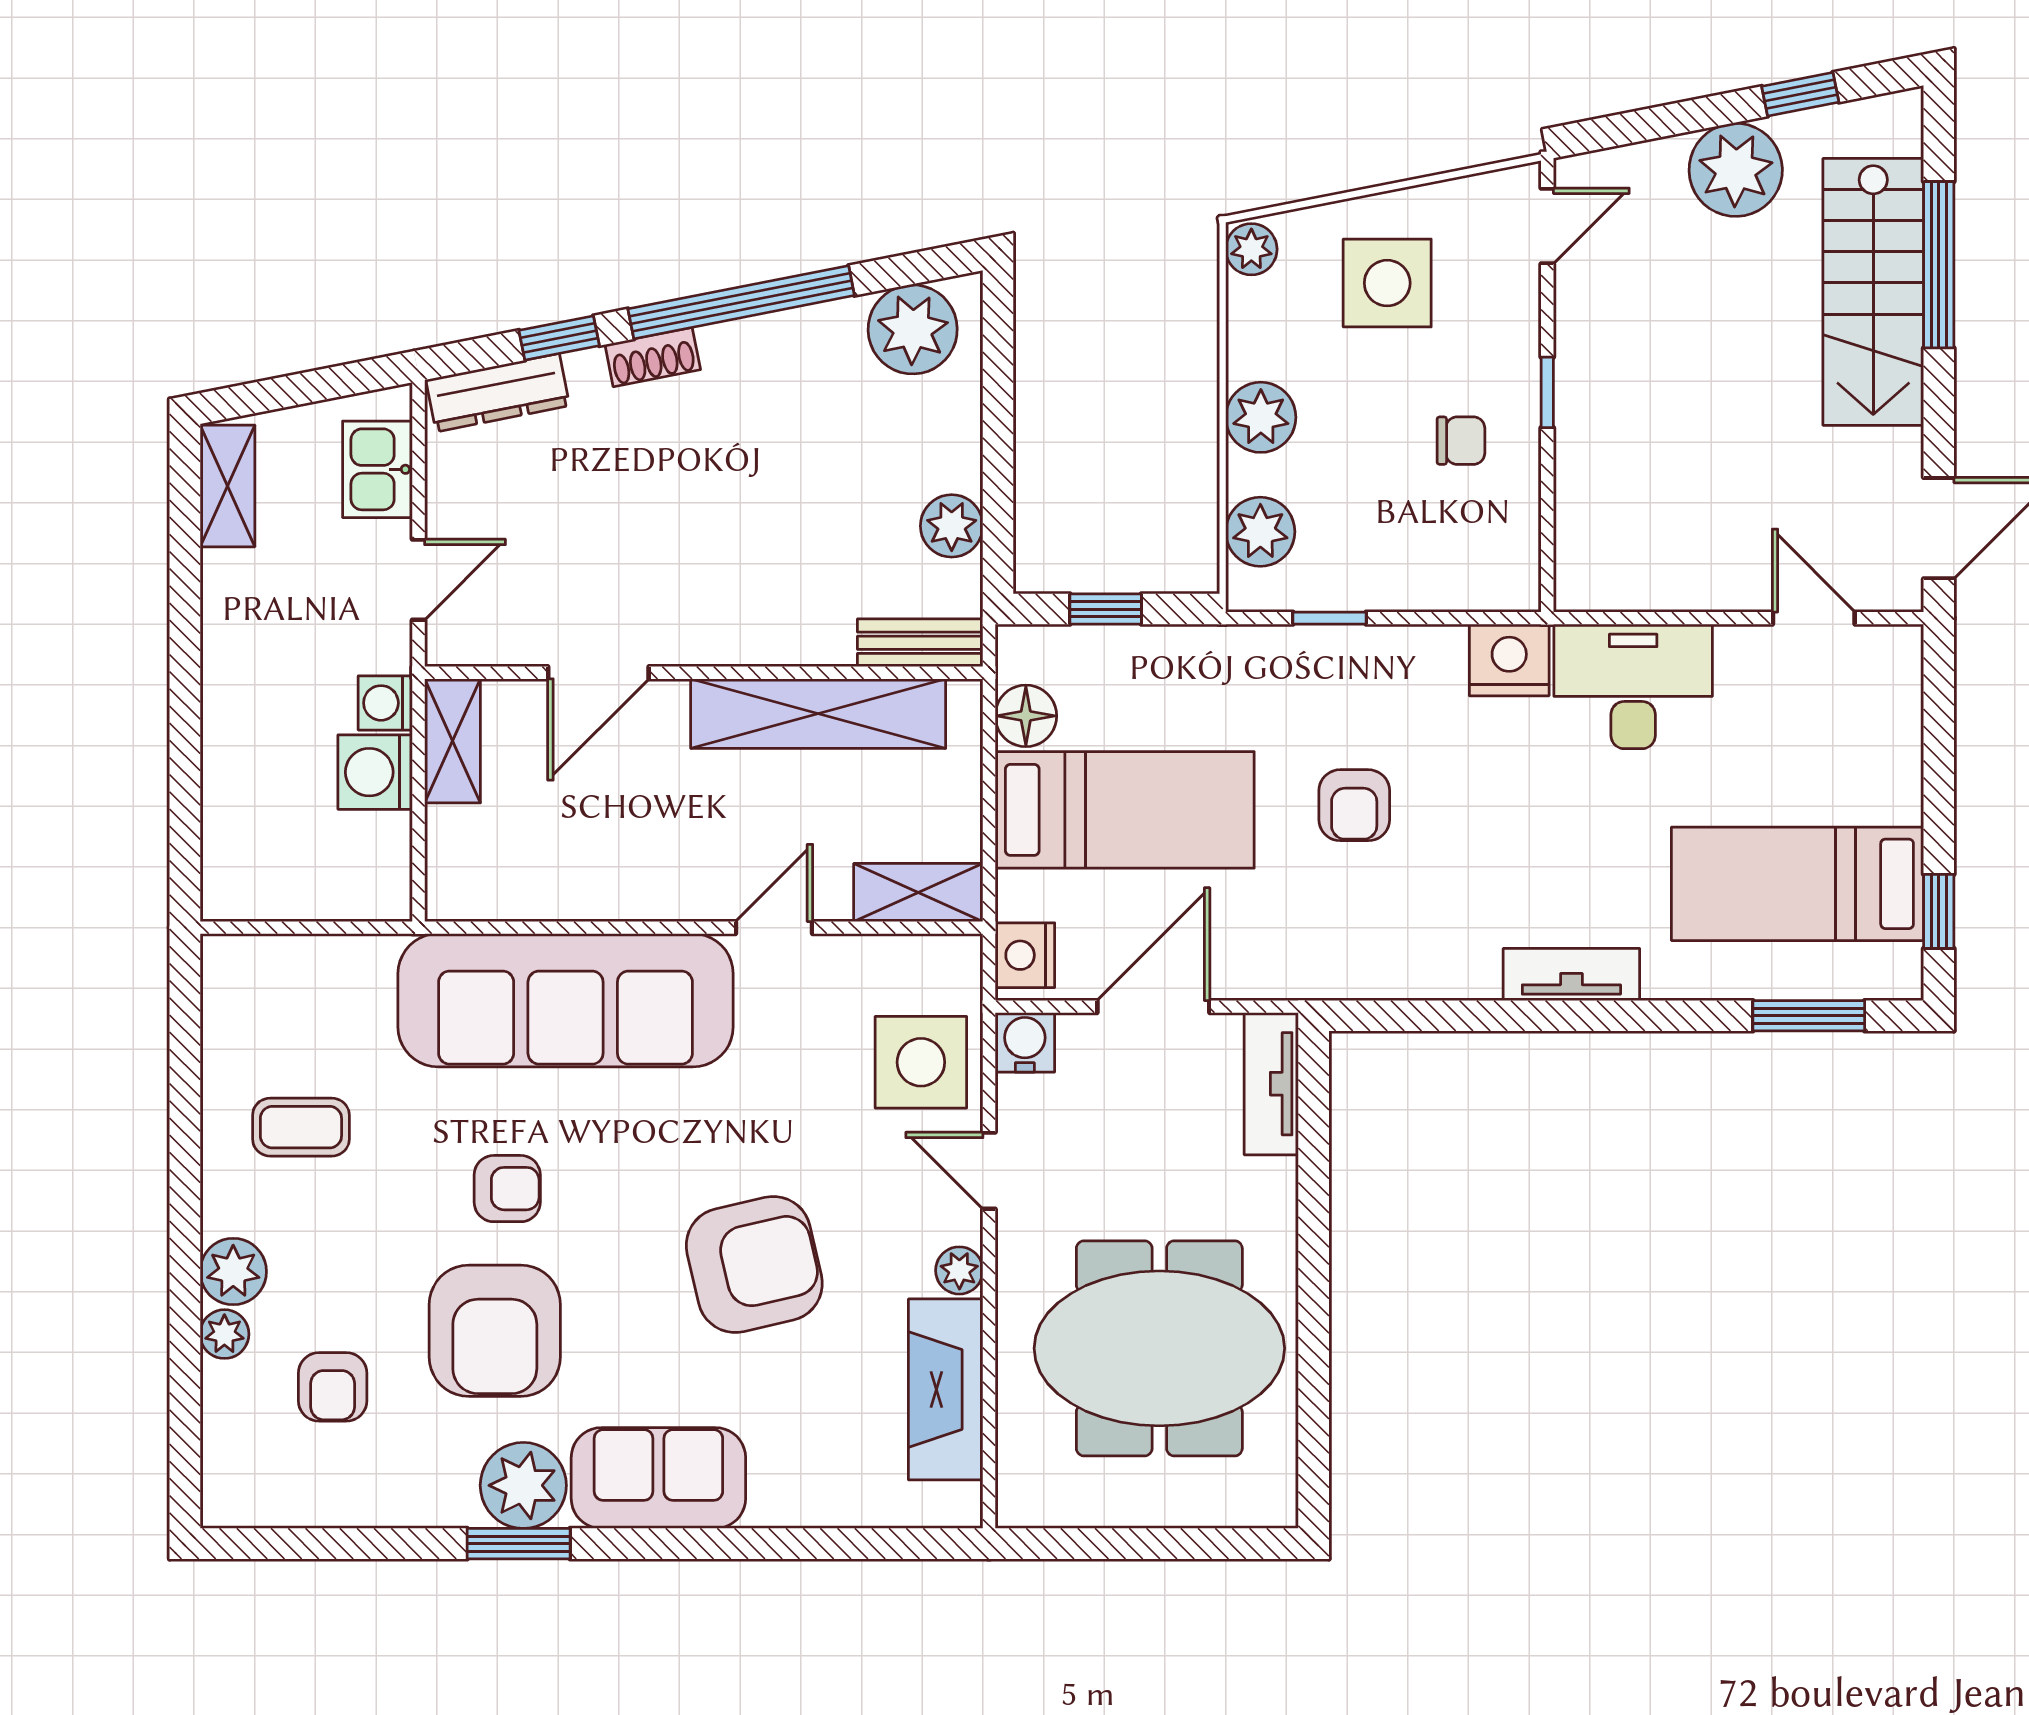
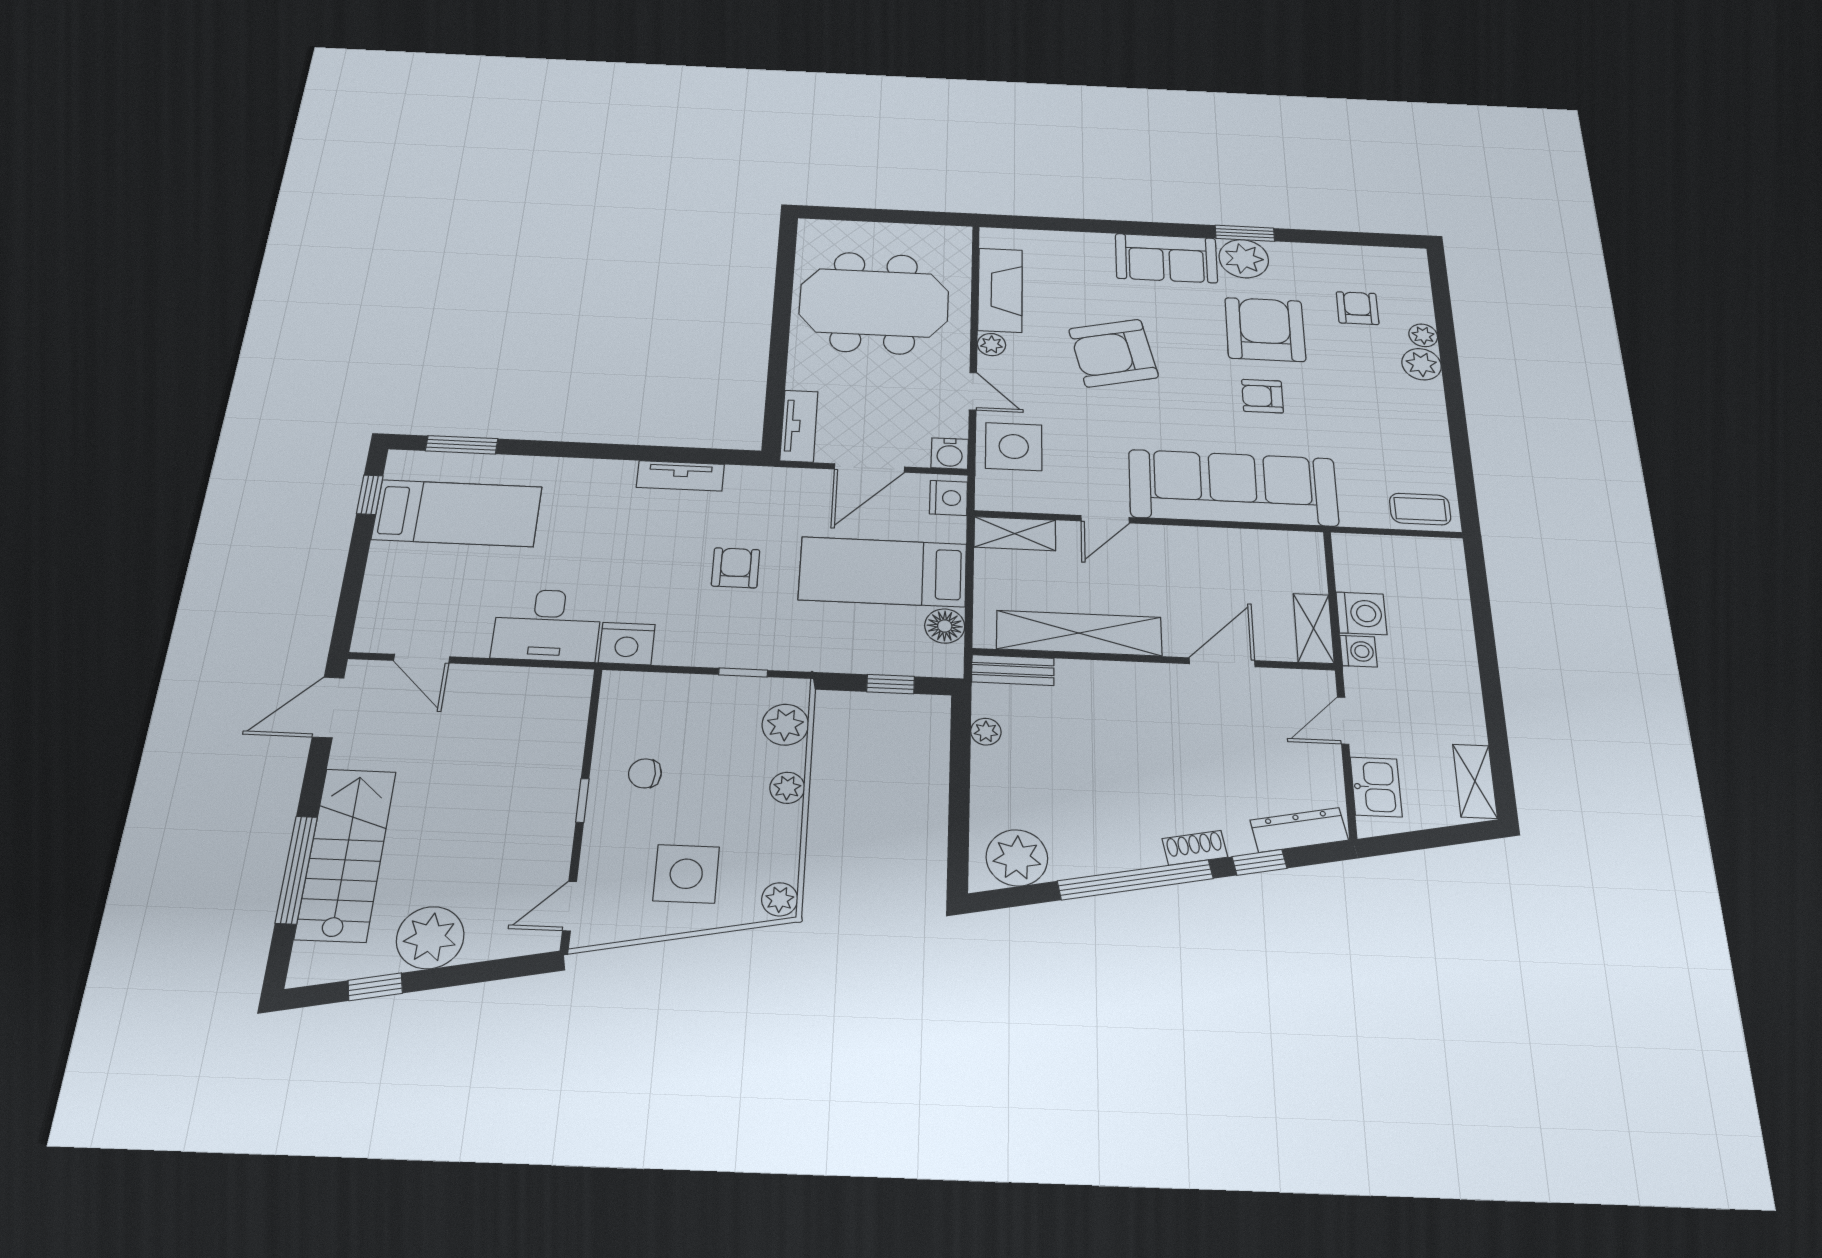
plant: (1261, 417) -> (787, 788), width x0.73, depth x0.73
plant: (952, 526) -> (986, 732), width x0.73, depth x0.73
tv unit: (1571, 974) -> (680, 476), moved
coffee table: (301, 1127) -> (1420, 509), moved

